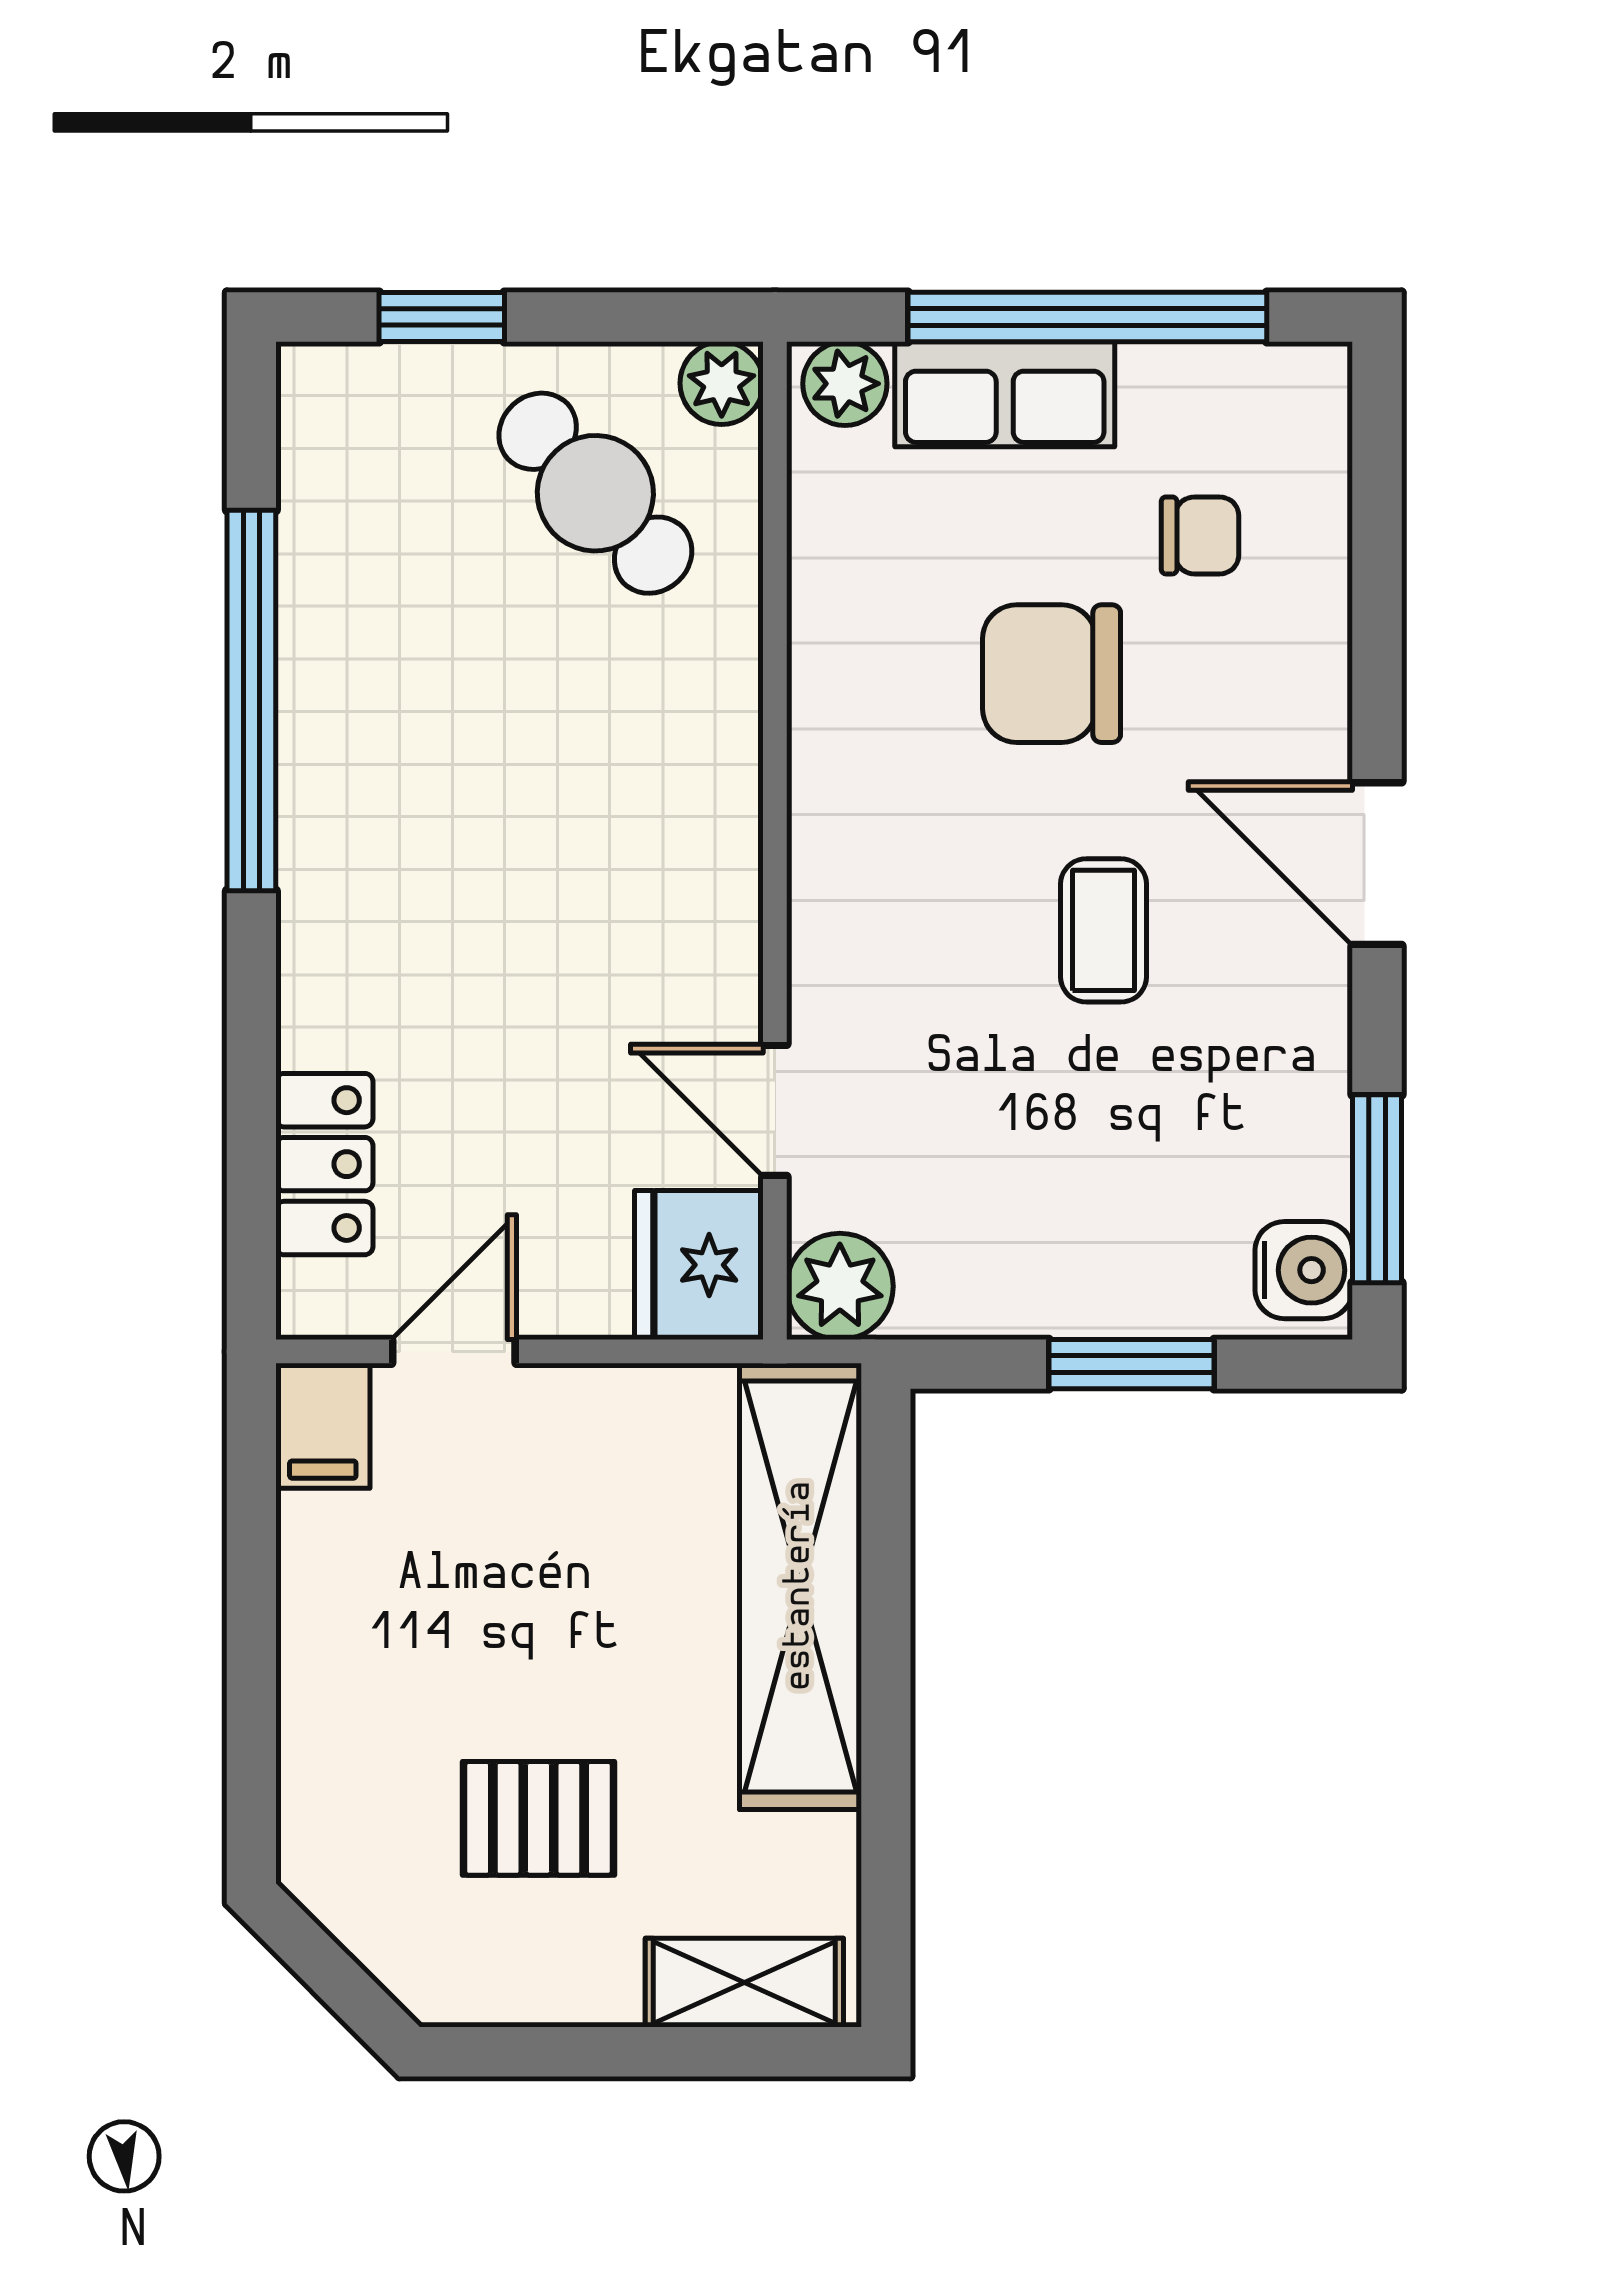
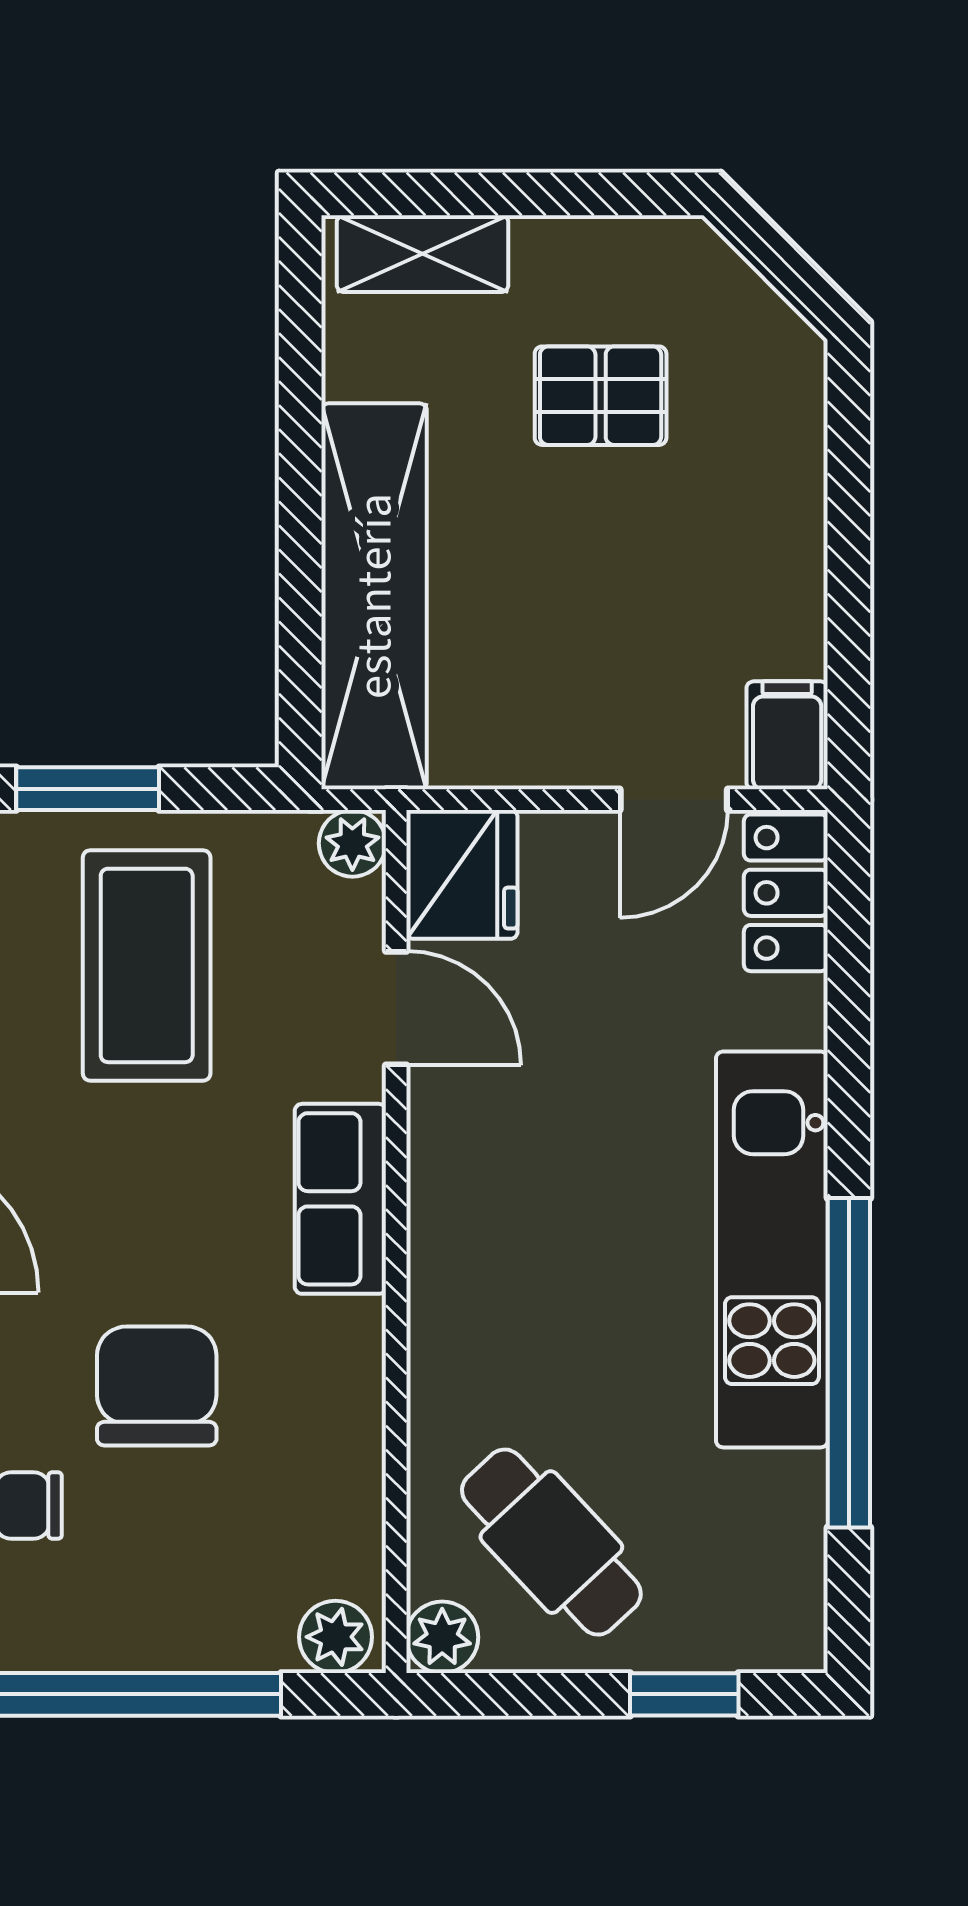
row of seats: (1005, 394) -> (340, 1199), moved, turned -90
chair: (1052, 674) -> (157, 1386), turned -90
kitchen unit: (340, 831) -> (772, 1249), added
coffee table: (1103, 930) -> (147, 965), moved, width x1.86, depth x1.72
locker: (324, 1164) -> (786, 893), moved
plant: (840, 1286) -> (352, 843), width x0.73, depth x0.73

